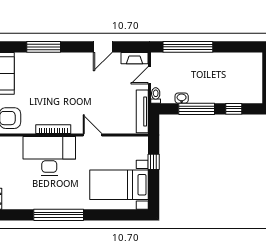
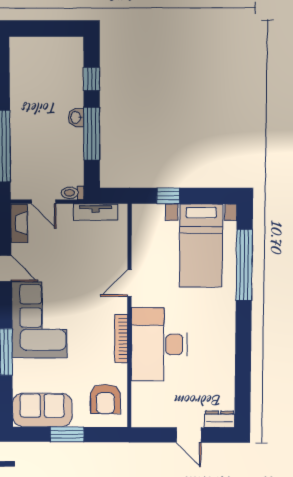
corner sofa: (66, 72) -> (39, 320), added
washbasin: (182, 98) -> (76, 117), moved
tv unit: (142, 111) -> (96, 212), width x0.71
window: (59, 215) -> (244, 265), moved

